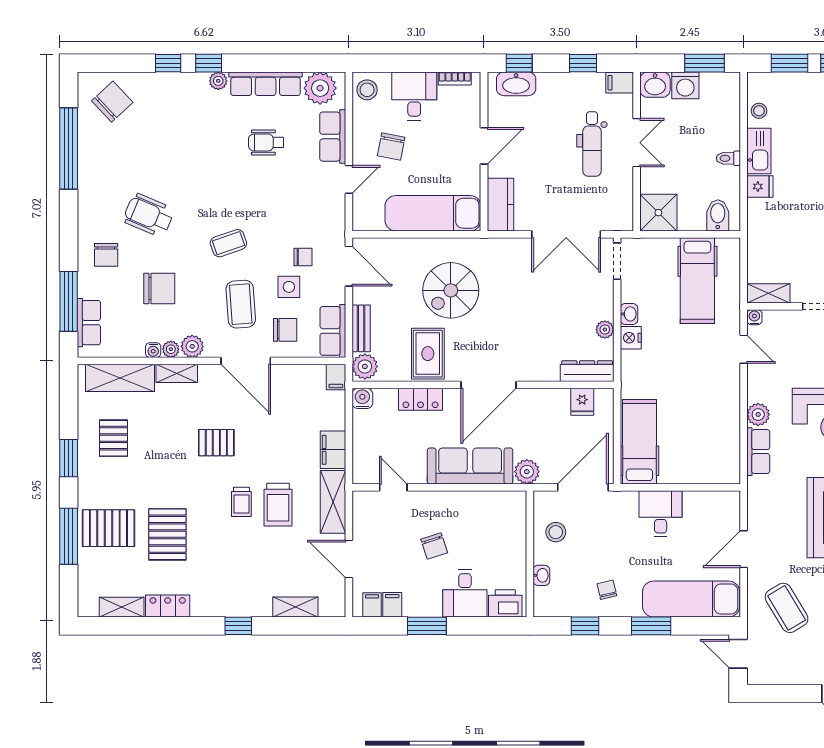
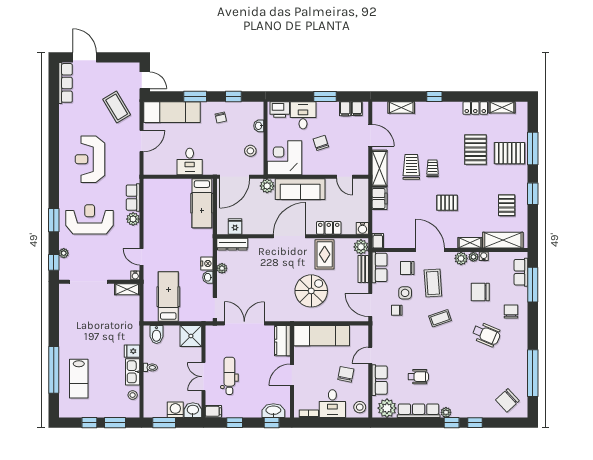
corner desk: (497, 520) -> (284, 158), added

